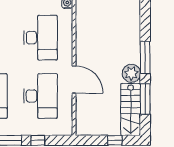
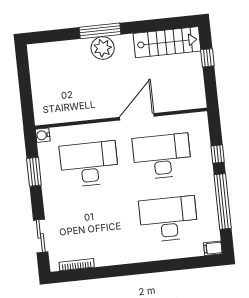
plant: (131, 73) -> (103, 48), moved
window: (145, 99) -> (152, 25), removed

